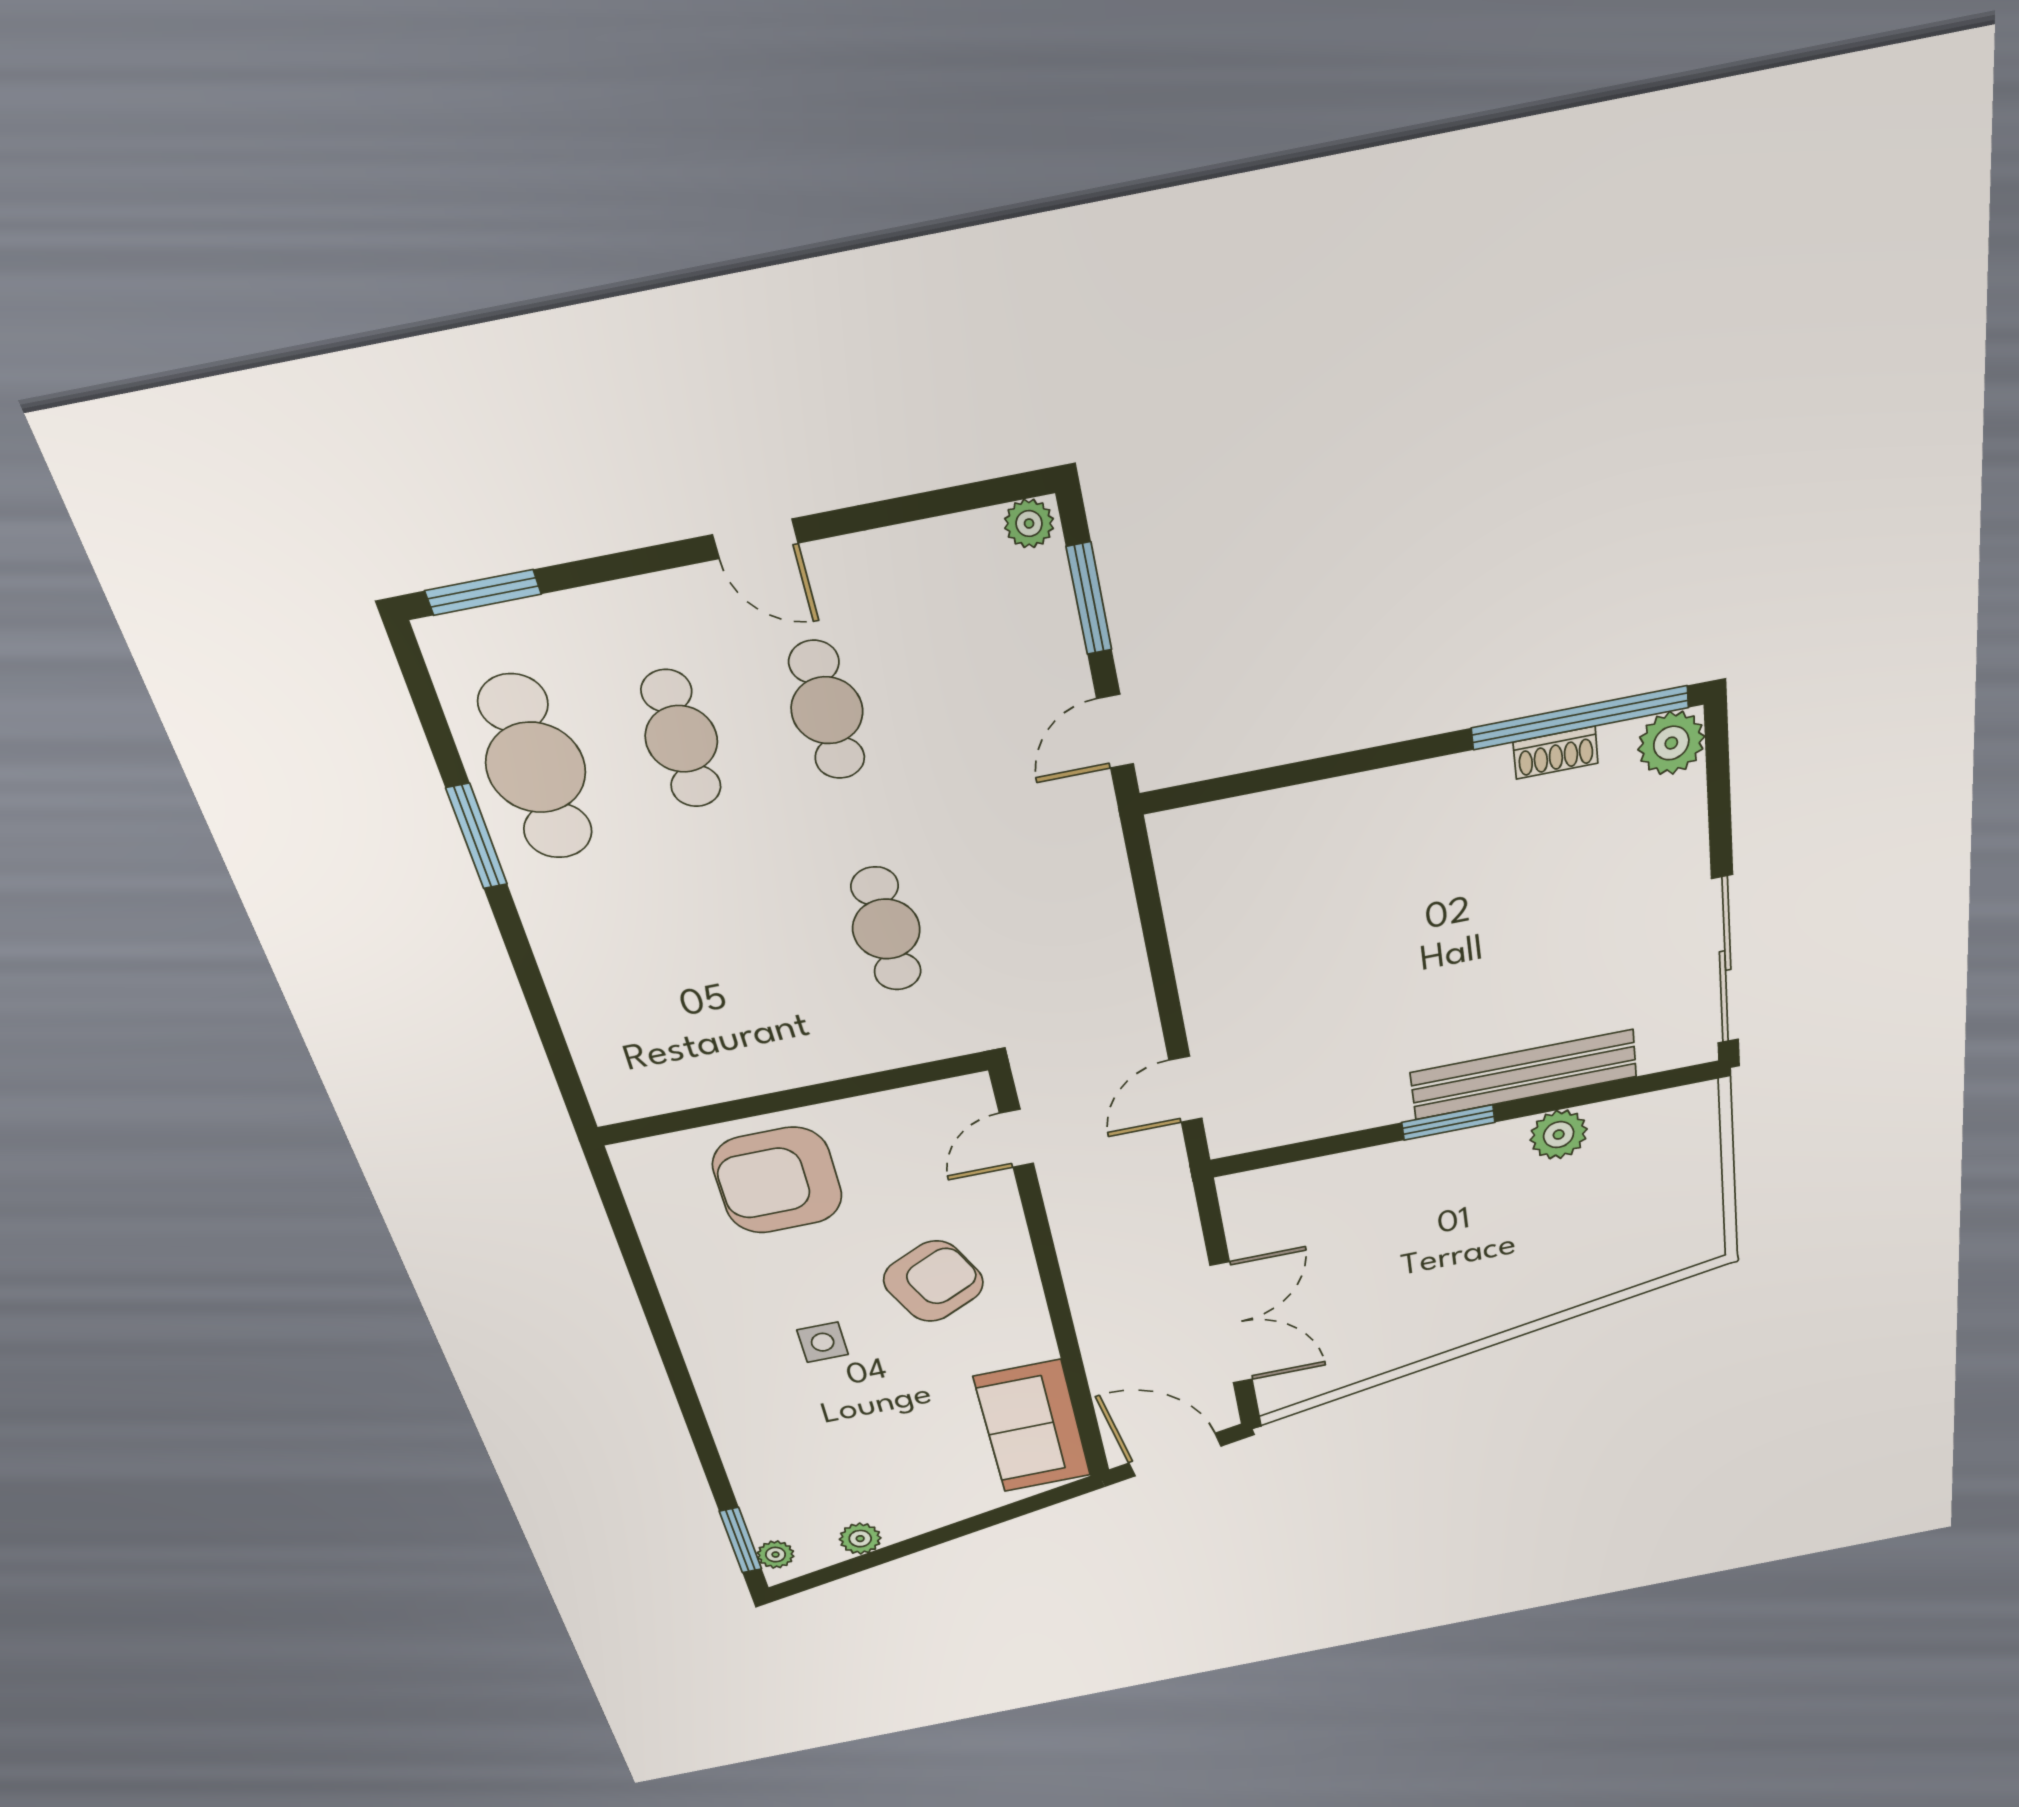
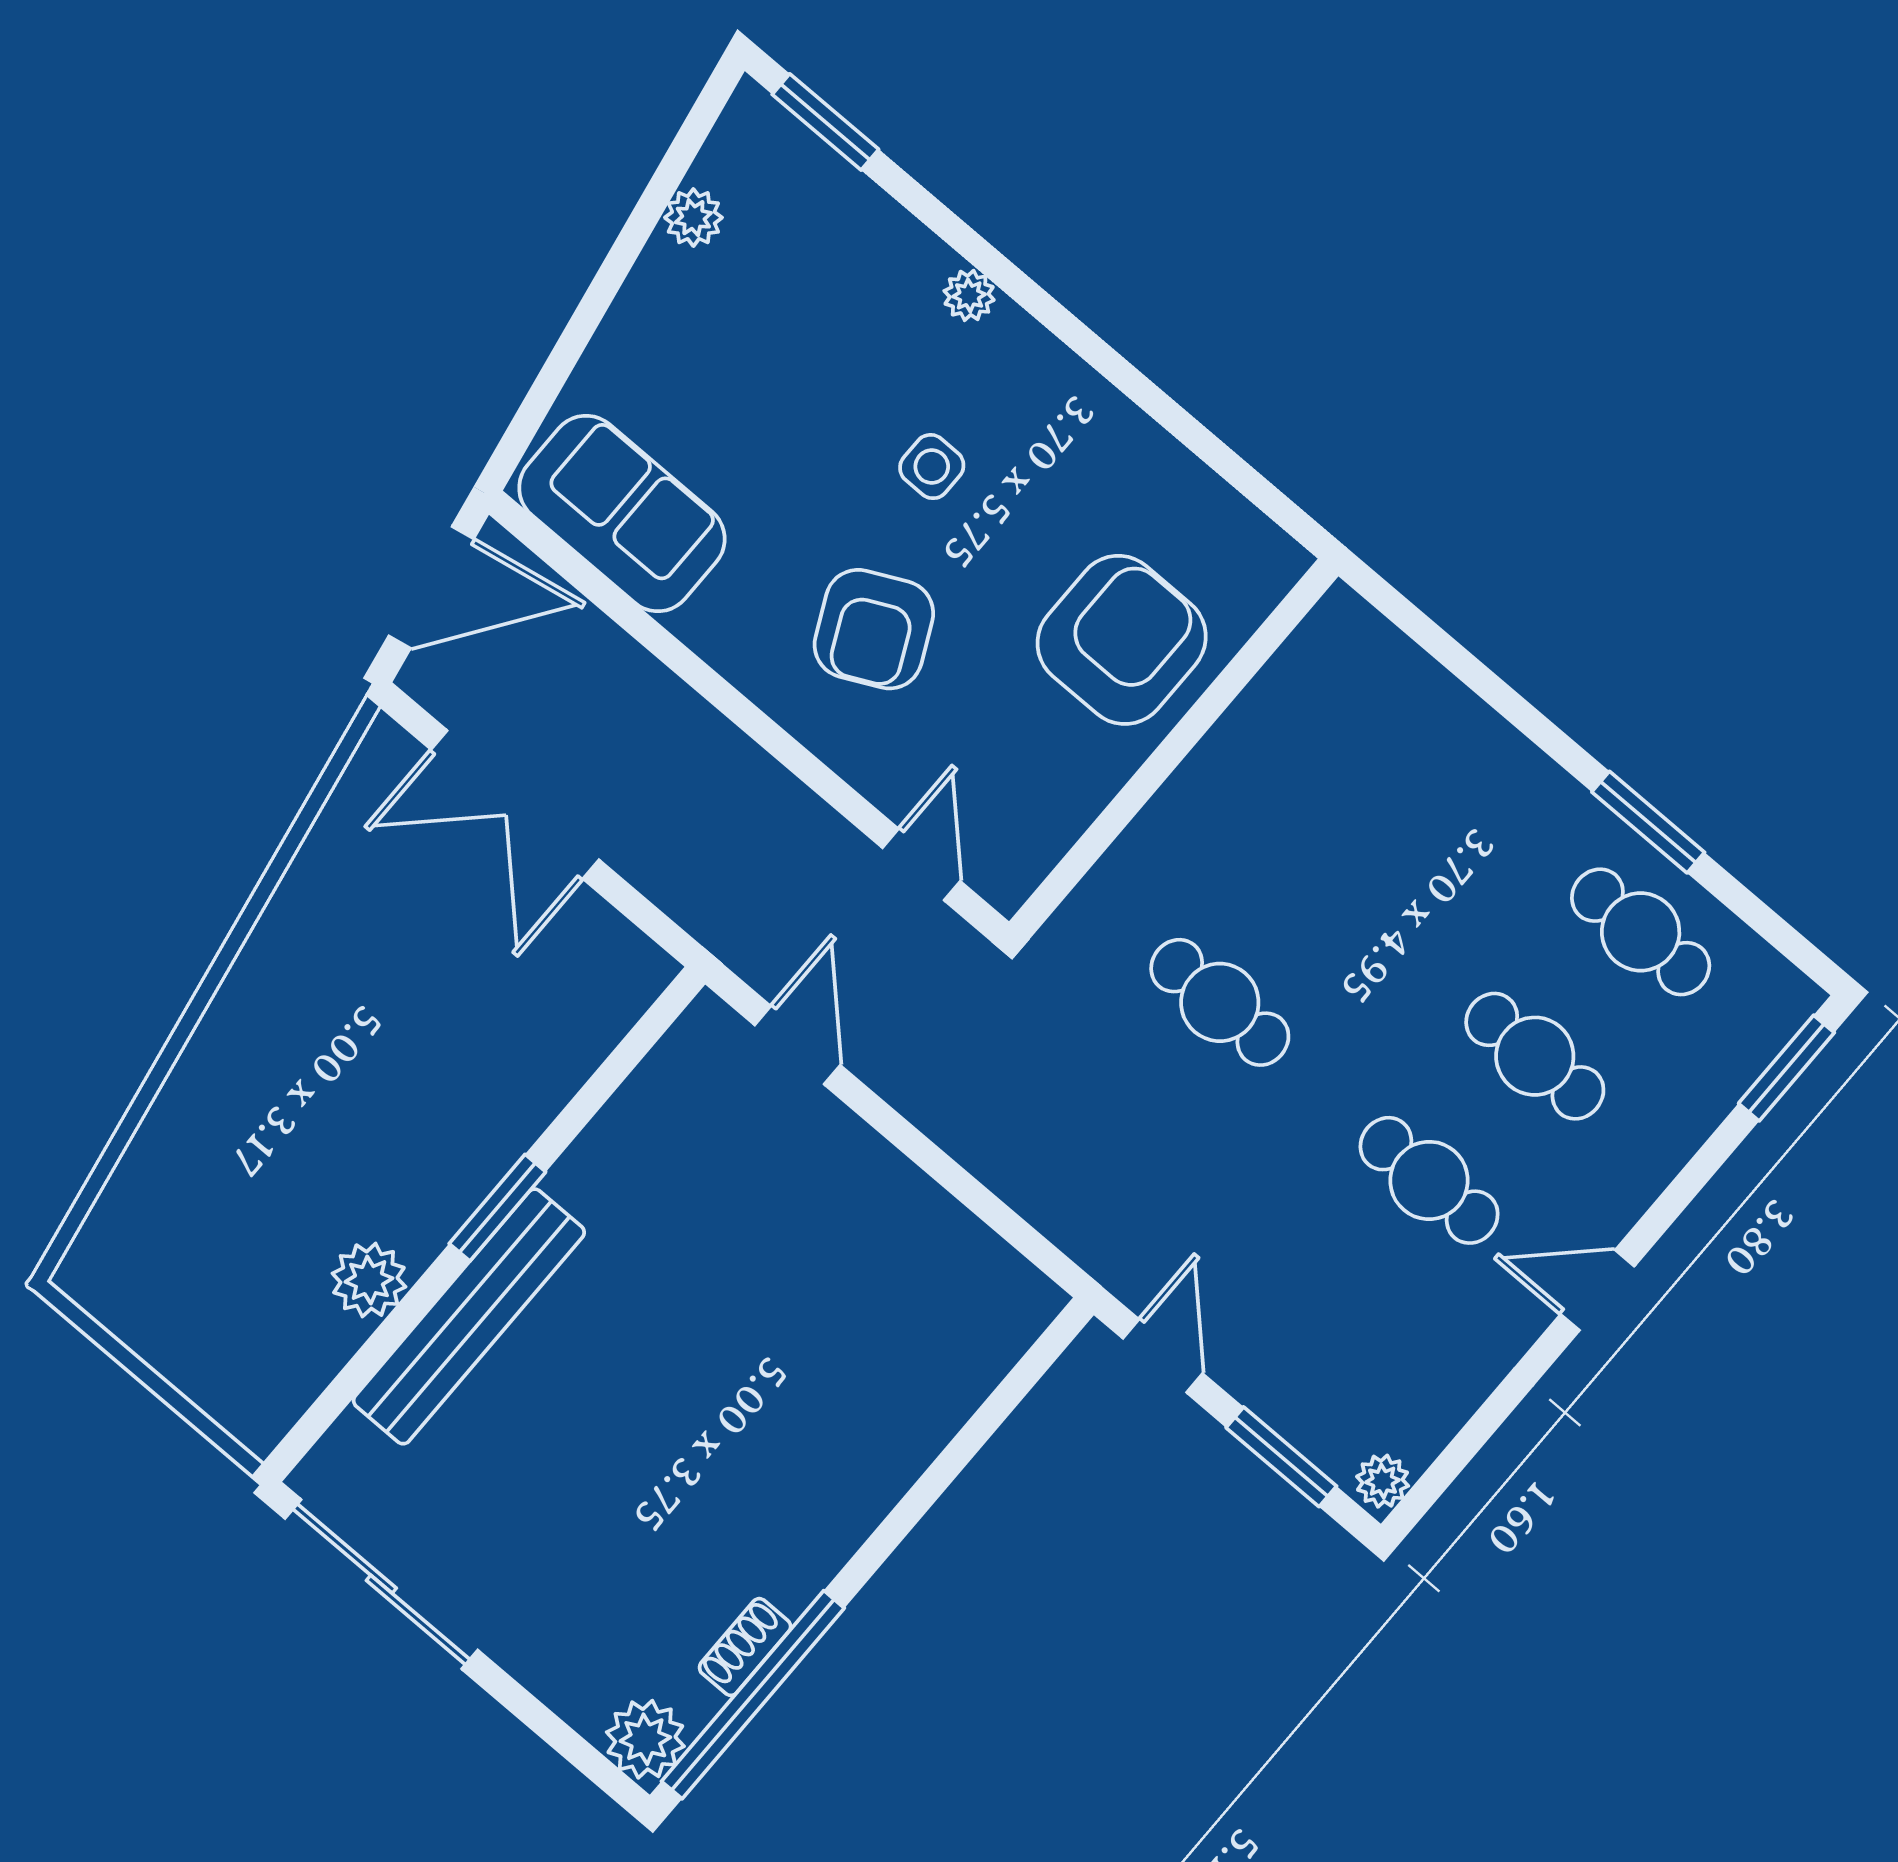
cafe table: (536, 768) -> (1641, 932), width x0.73, depth x0.74
plant: (776, 1555) -> (969, 295), moved

